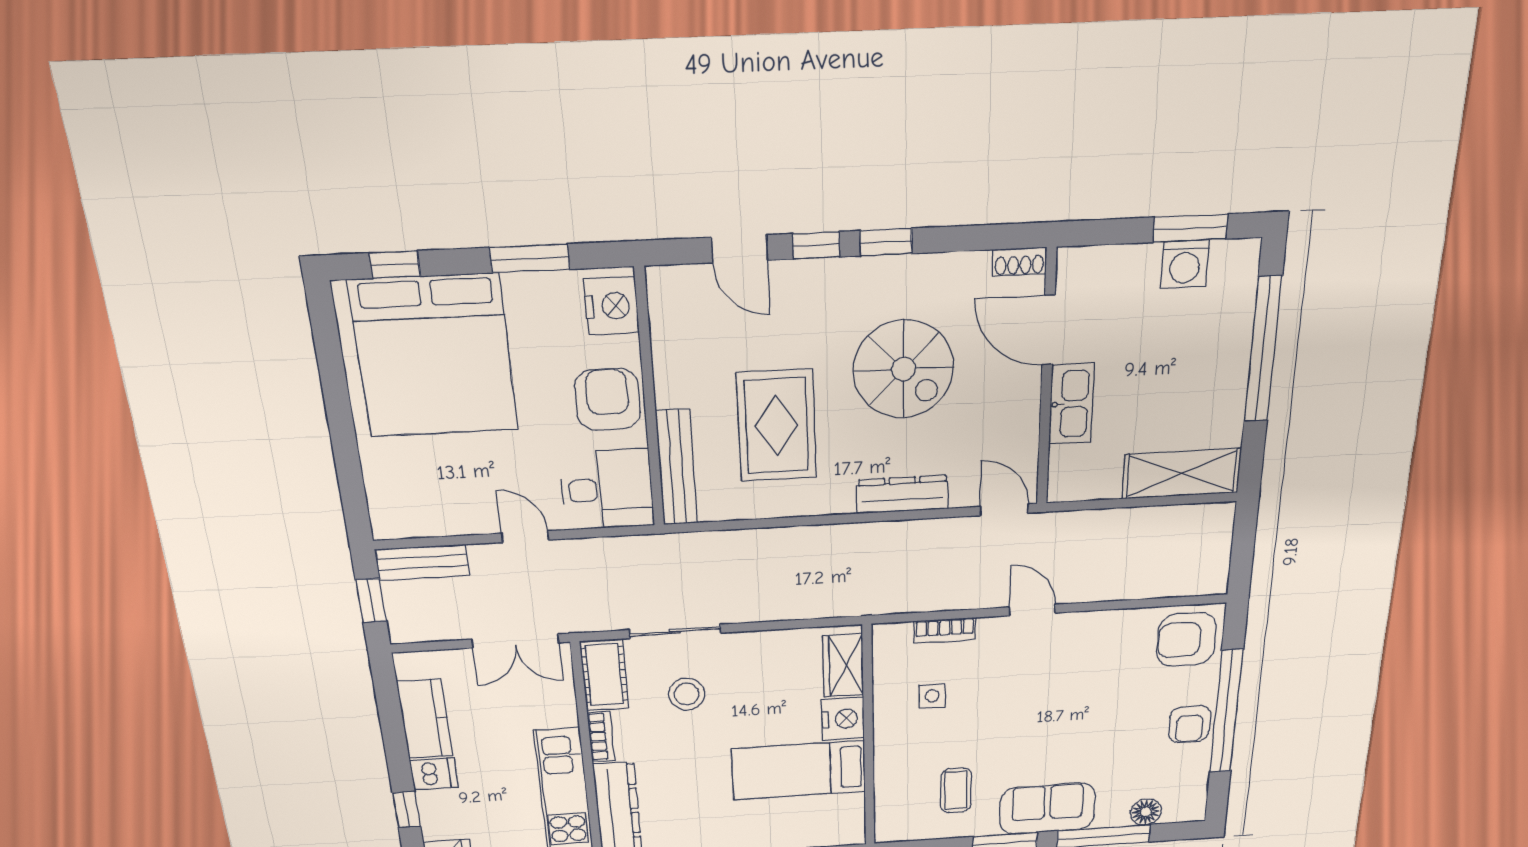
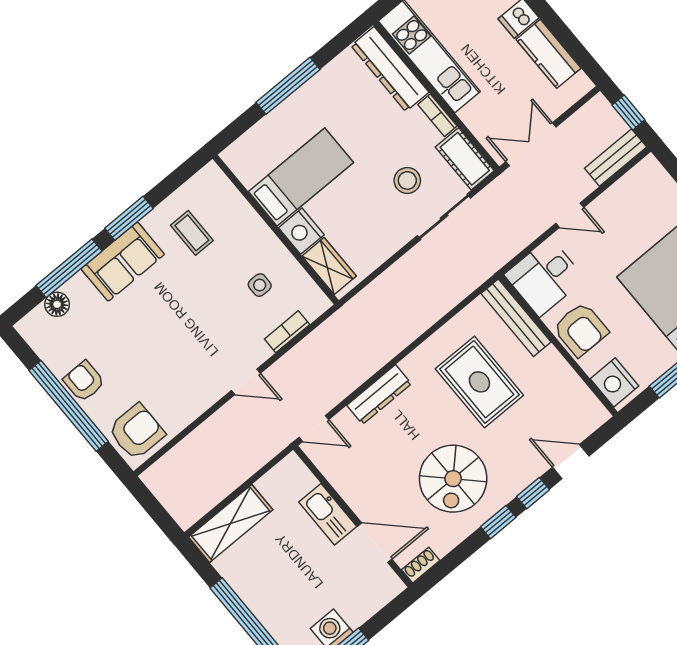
spiral stairs: (904, 369) -> (453, 479), moved, turned -90

